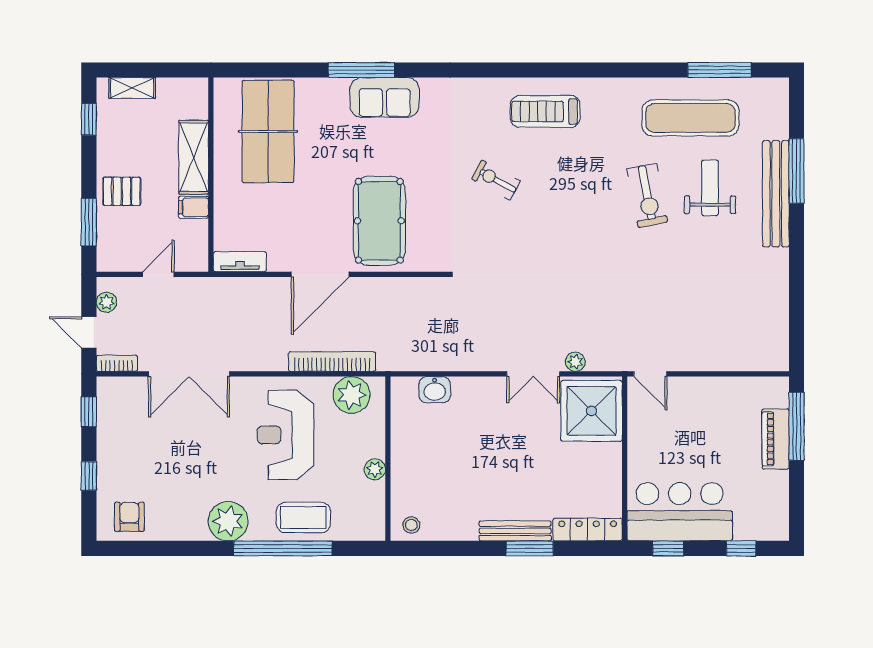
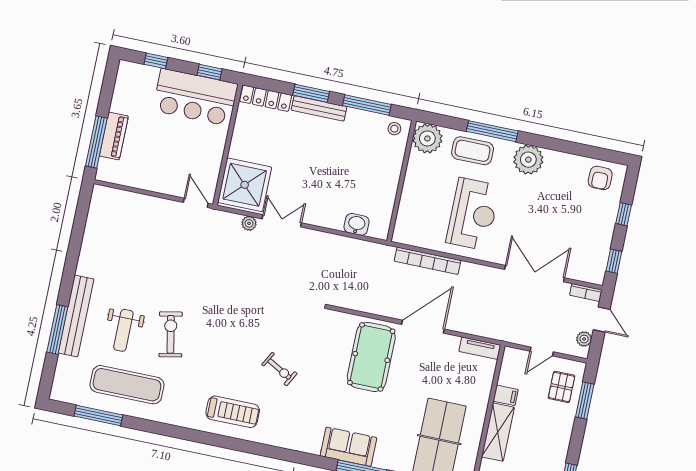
pallet: (122, 191) -> (562, 387), moved, turned 90
plant: (352, 395) -> (418, 233), removed
plant: (375, 469) -> (427, 138), moved, width x1.87, depth x1.87
window: (283, 548) -> (492, 131), width x0.68
window: (454, 548) -> (367, 105), added

